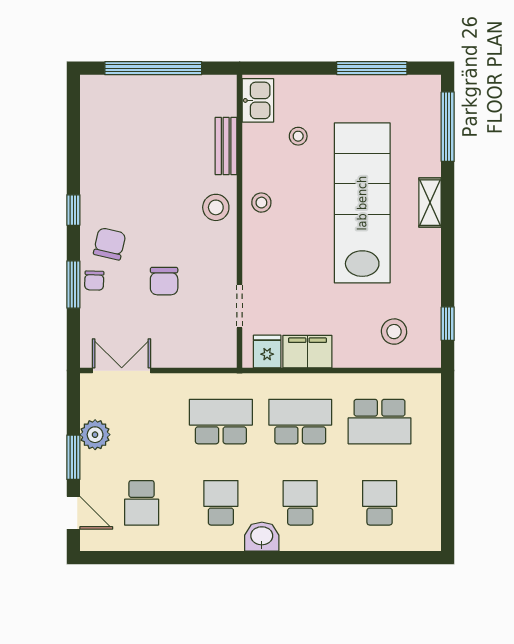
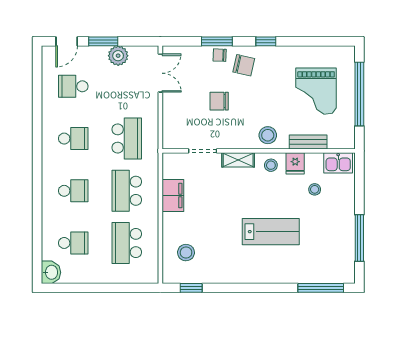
grand piano: (149, 134) -> (316, 91), added
lab bench: (362, 203) -> (271, 232), width x0.54, depth x0.72
shelving: (430, 203) -> (238, 160), moved
fridge: (267, 352) -> (295, 163), moved, turned 90
school desk: (300, 422) -> (127, 191), turned 180
washbasin: (262, 537) -> (51, 272), moved

